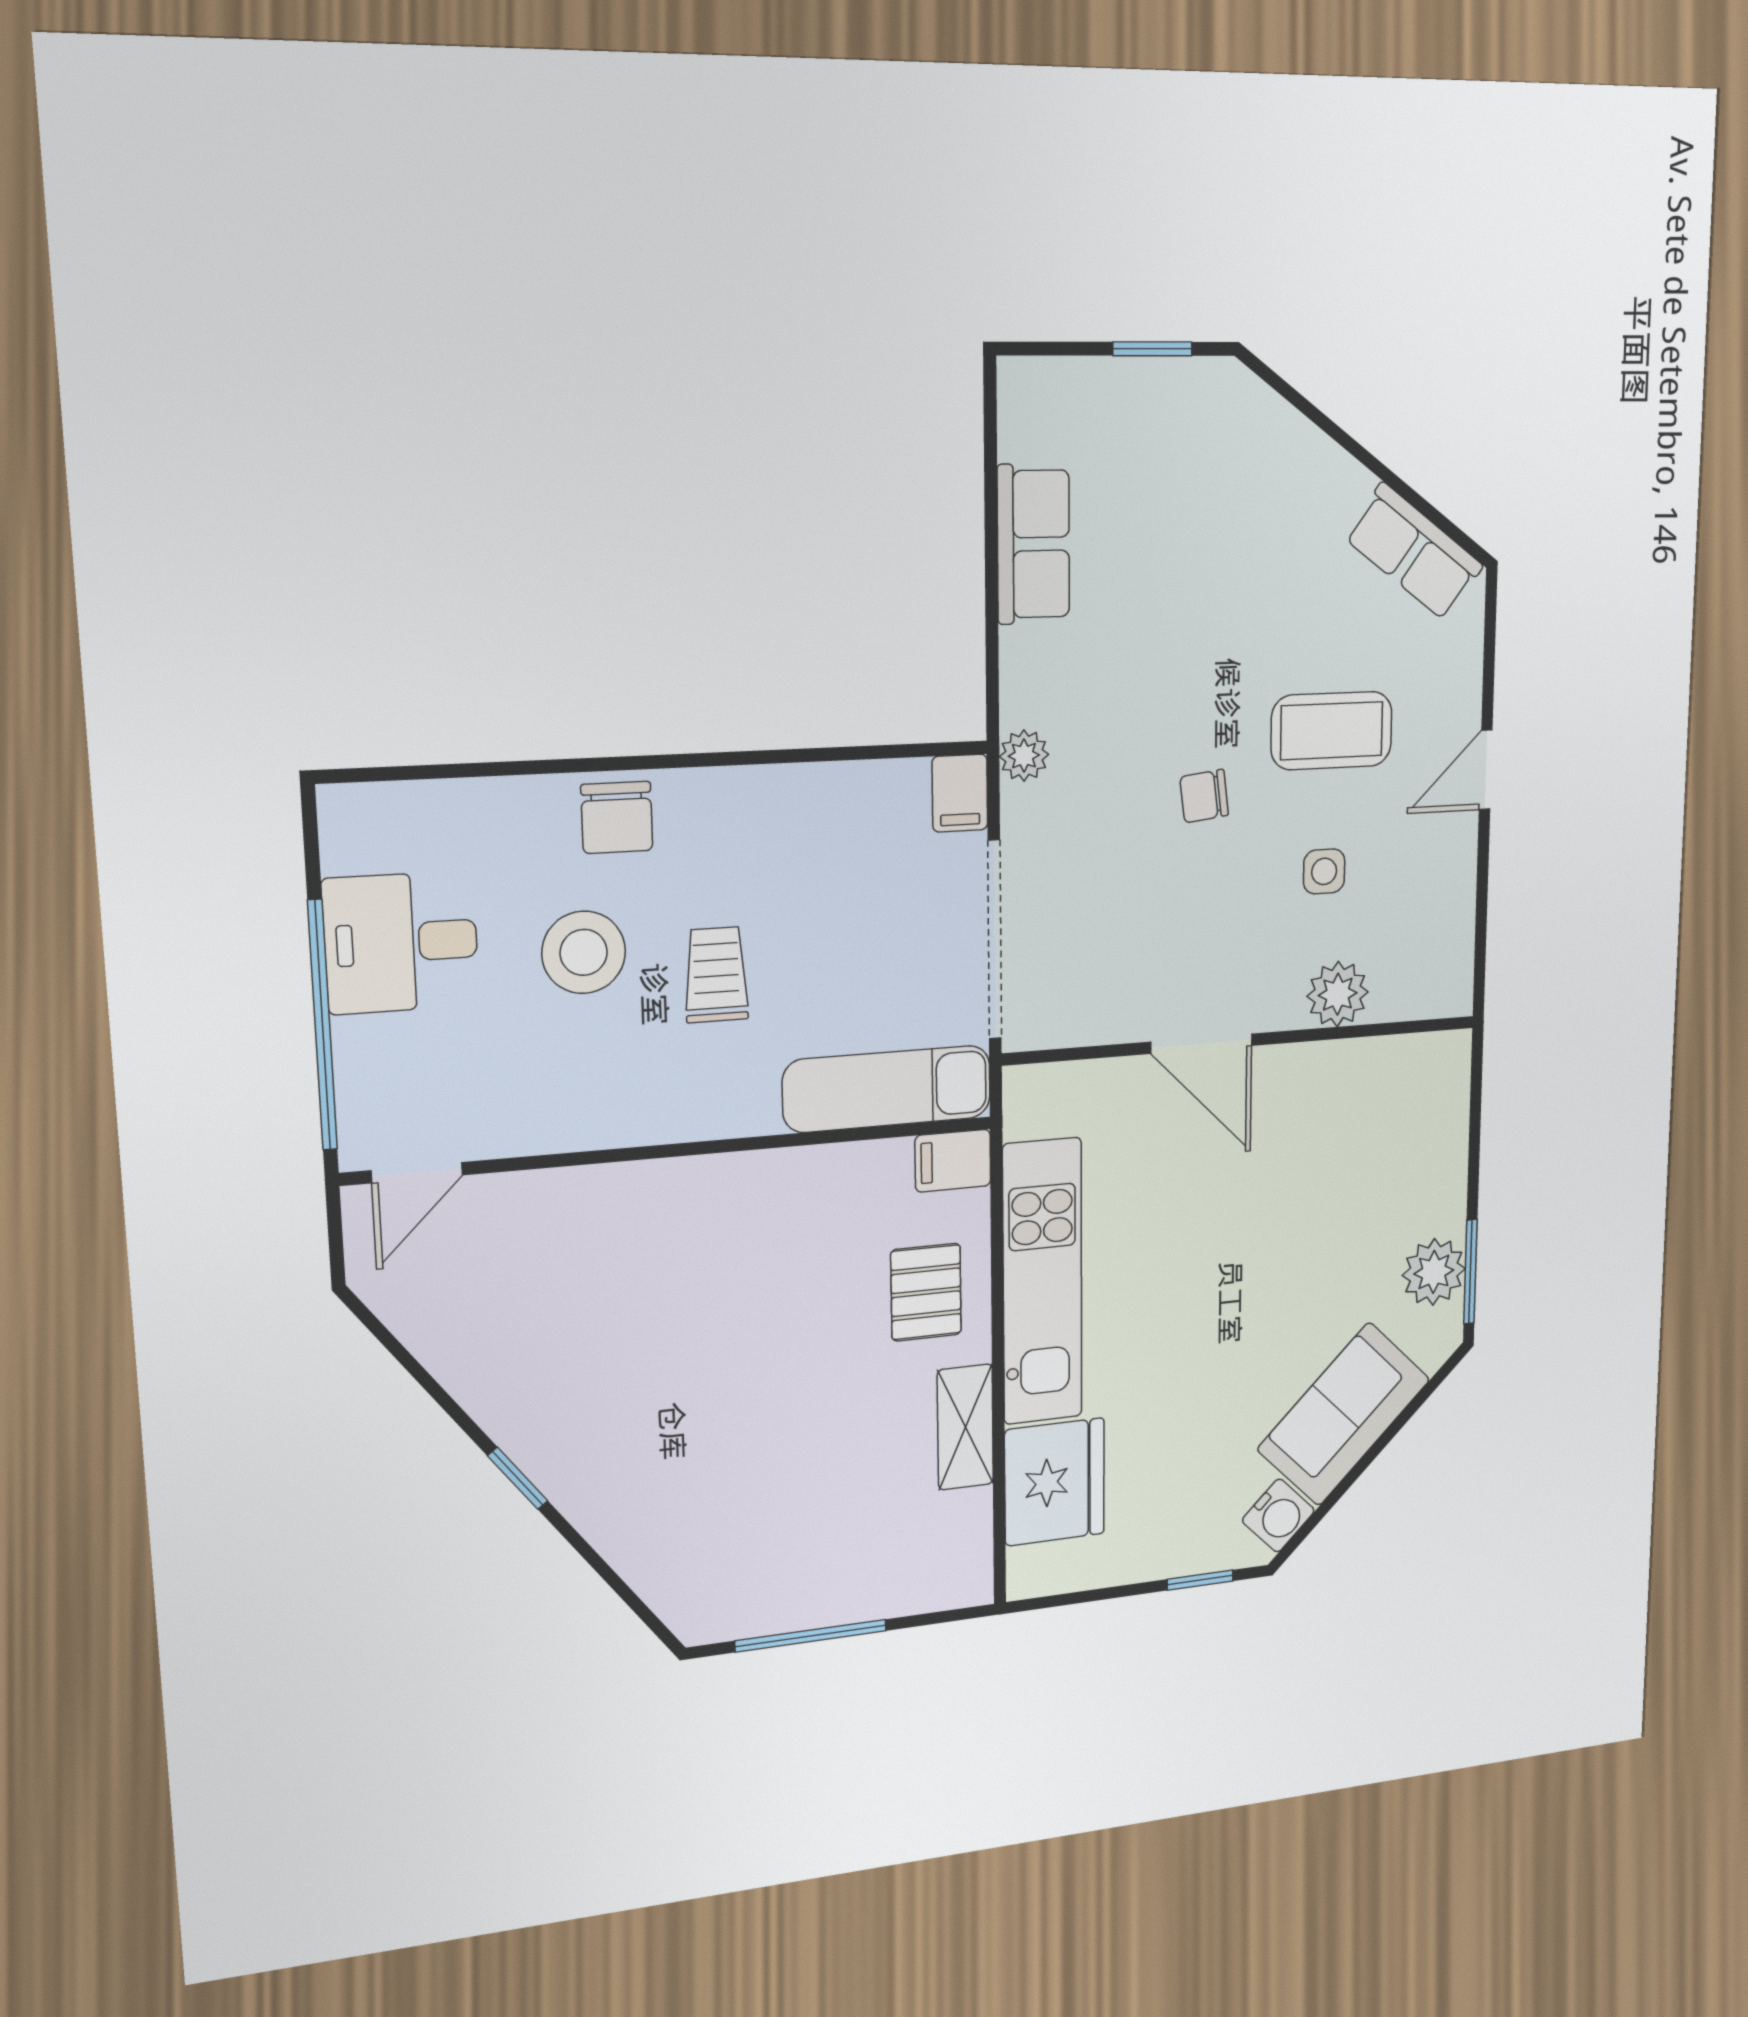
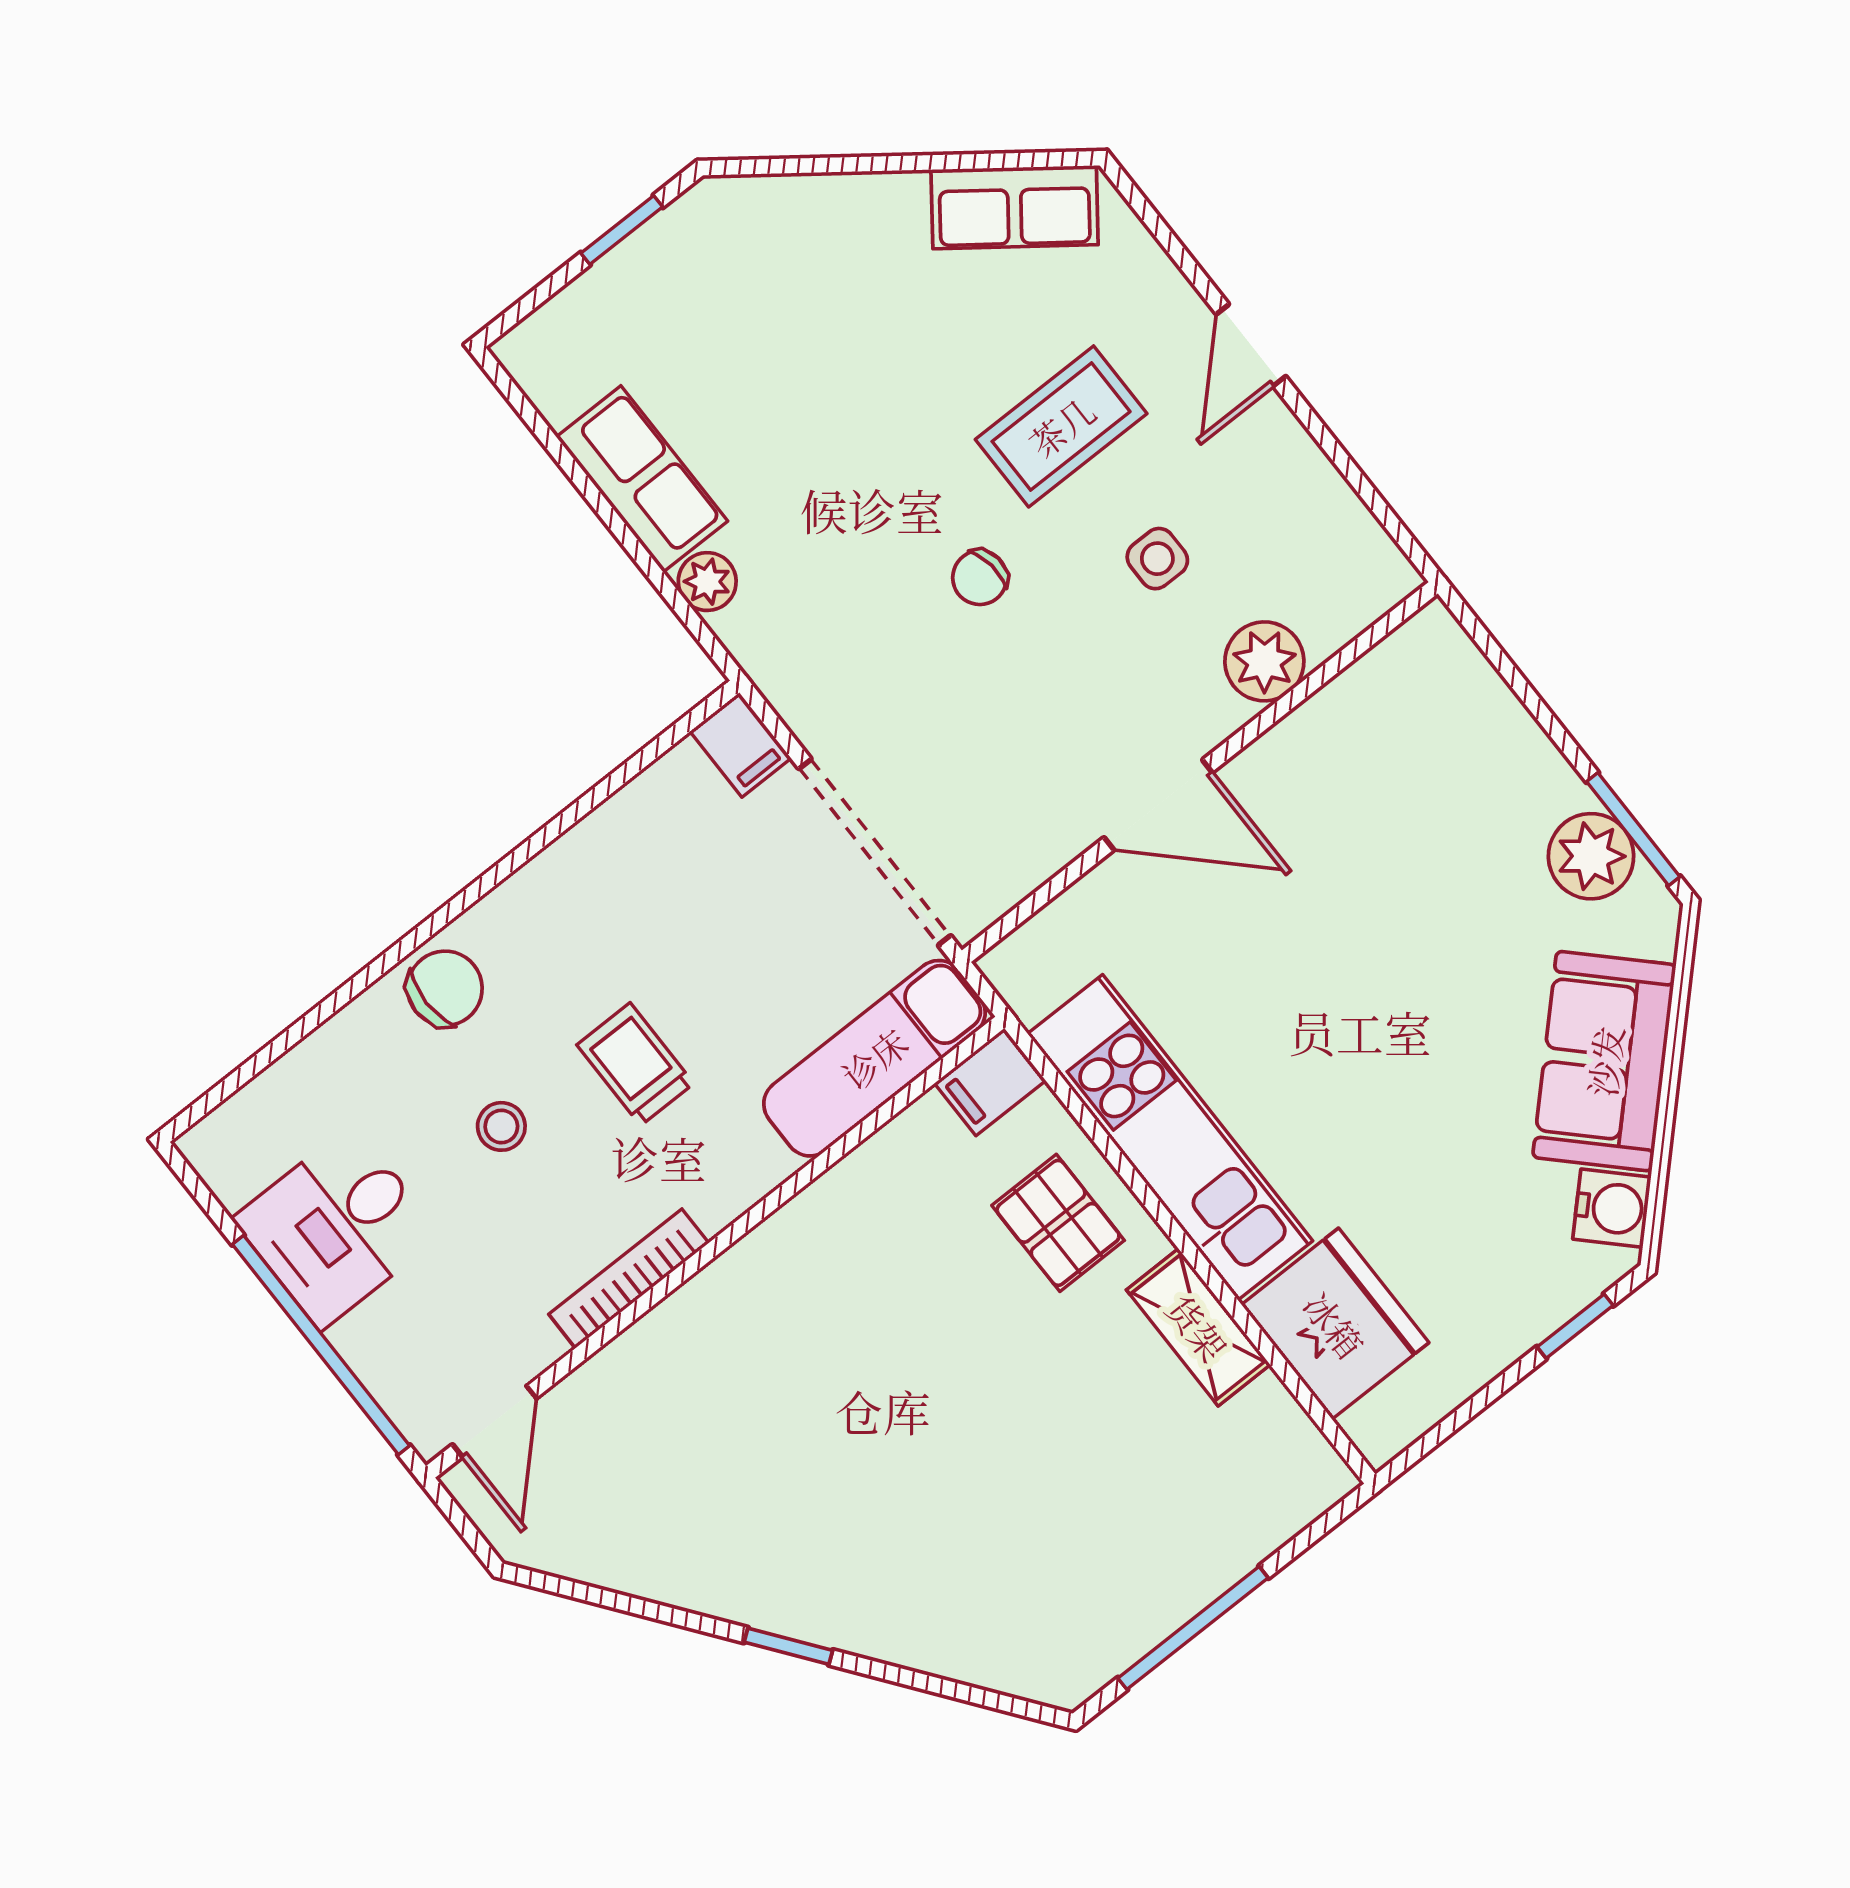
plant: (1024, 756) -> (707, 582), moved
chair: (617, 818) -> (445, 988), turned -90
stool: (584, 952) -> (501, 1126), width x0.53, depth x0.53
bookcase: (596, 1131) -> (629, 1279), added

